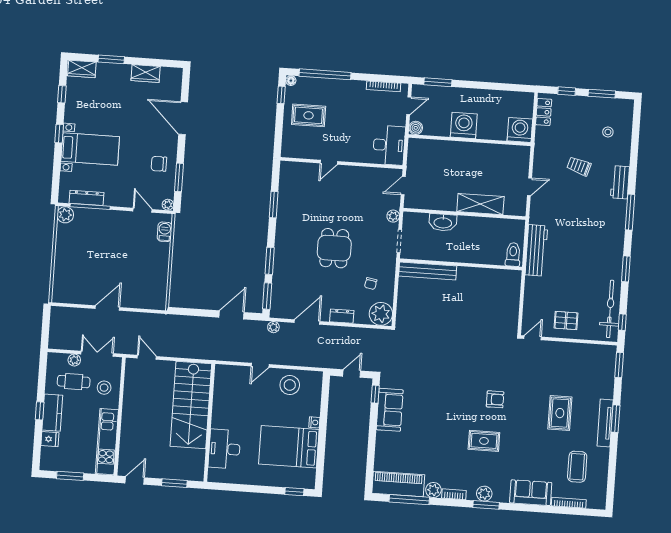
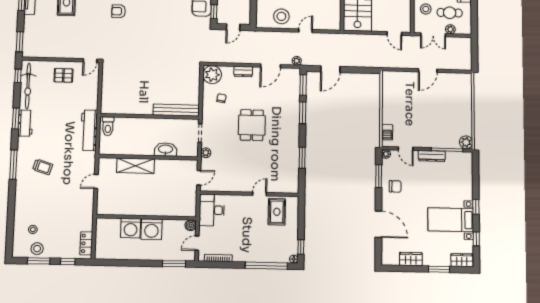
stool: (603, 109) -> (37, 249), added
rug: (309, 115) -> (277, 212), moved, turned 90
washing machine: (520, 130) -> (131, 228), moved
bed with nightstands: (90, 149) -> (451, 220), moved
trolley: (579, 166) -> (43, 167), moved
workbench: (620, 182) -> (25, 123), moved
dresser: (86, 198) -> (432, 156), moved

